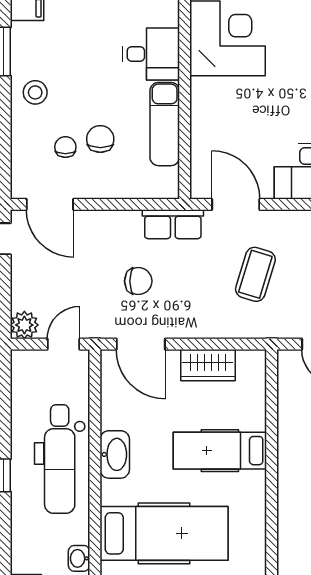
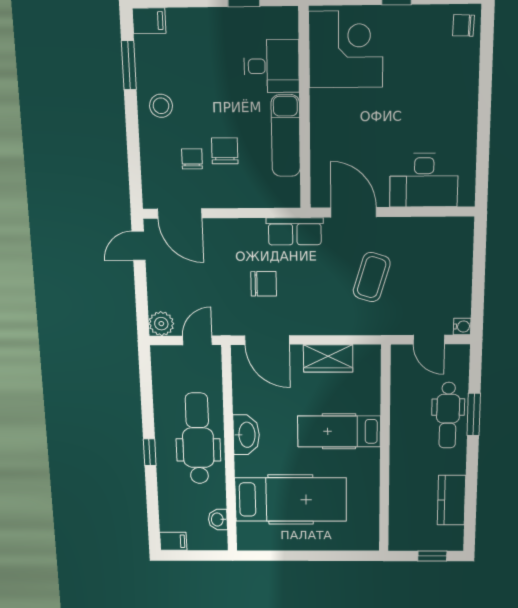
dental chair: (60, 459) -> (198, 439), turned 180

